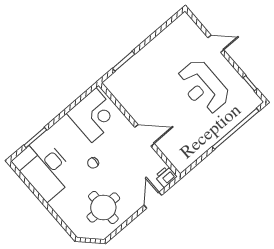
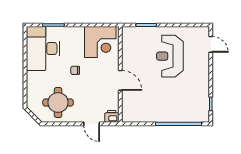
door: (216, 44) -> (211, 44), moved
reception desk: (203, 87) -> (170, 56), moved
door: (153, 200) -> (92, 124), swing flipped

